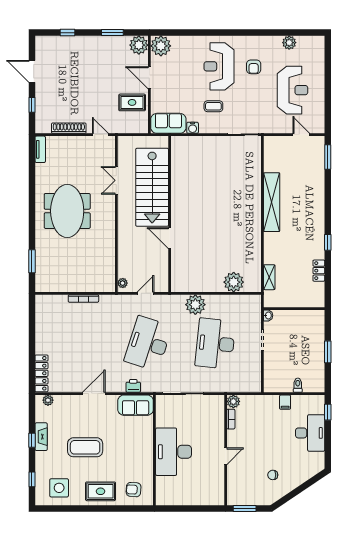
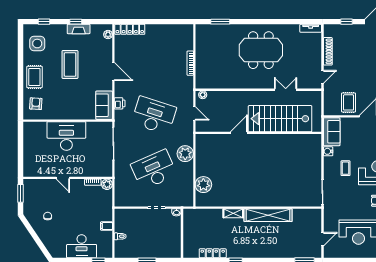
locker: (319, 271) -> (213, 253), width x1.53
shelving: (269, 277) -> (233, 213), moved
desk: (215, 344) -> (154, 170), turned -30

